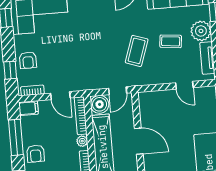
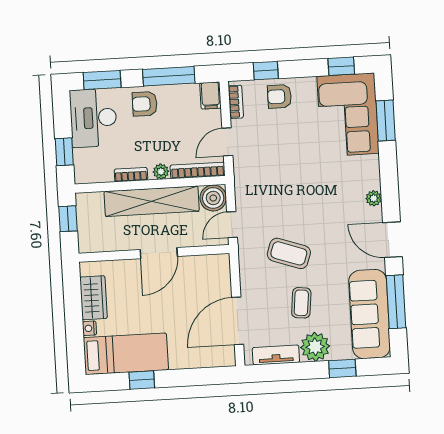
door: (184, 85) -> (238, 321), width x1.88
door: (118, 91) -> (232, 225), hinge flipped

